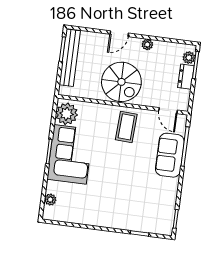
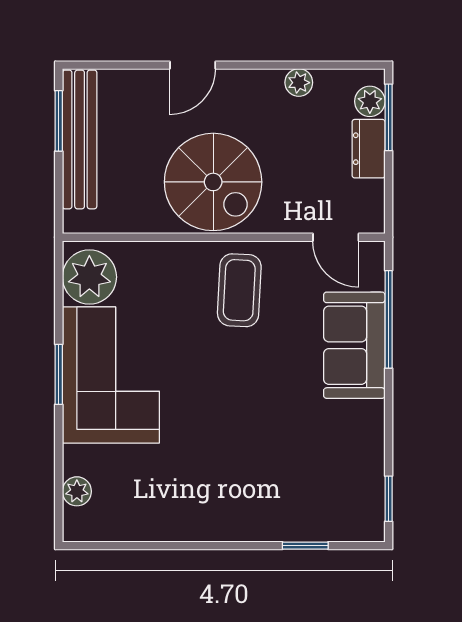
plant: (147, 44) -> (299, 83), moved

